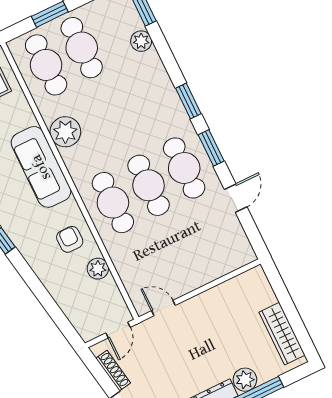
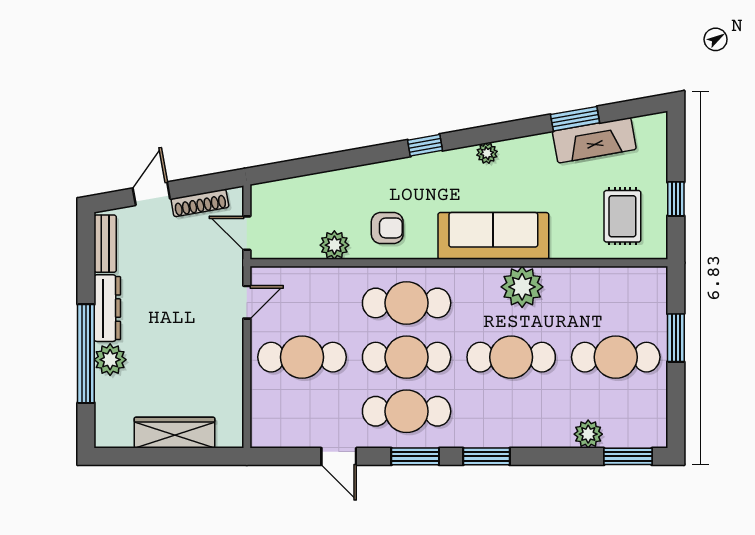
cafe table: (46, 65) -> (511, 357), moved
cafe table: (182, 254) -> (302, 357), added
wardrobe: (282, 334) -> (174, 433), moved

